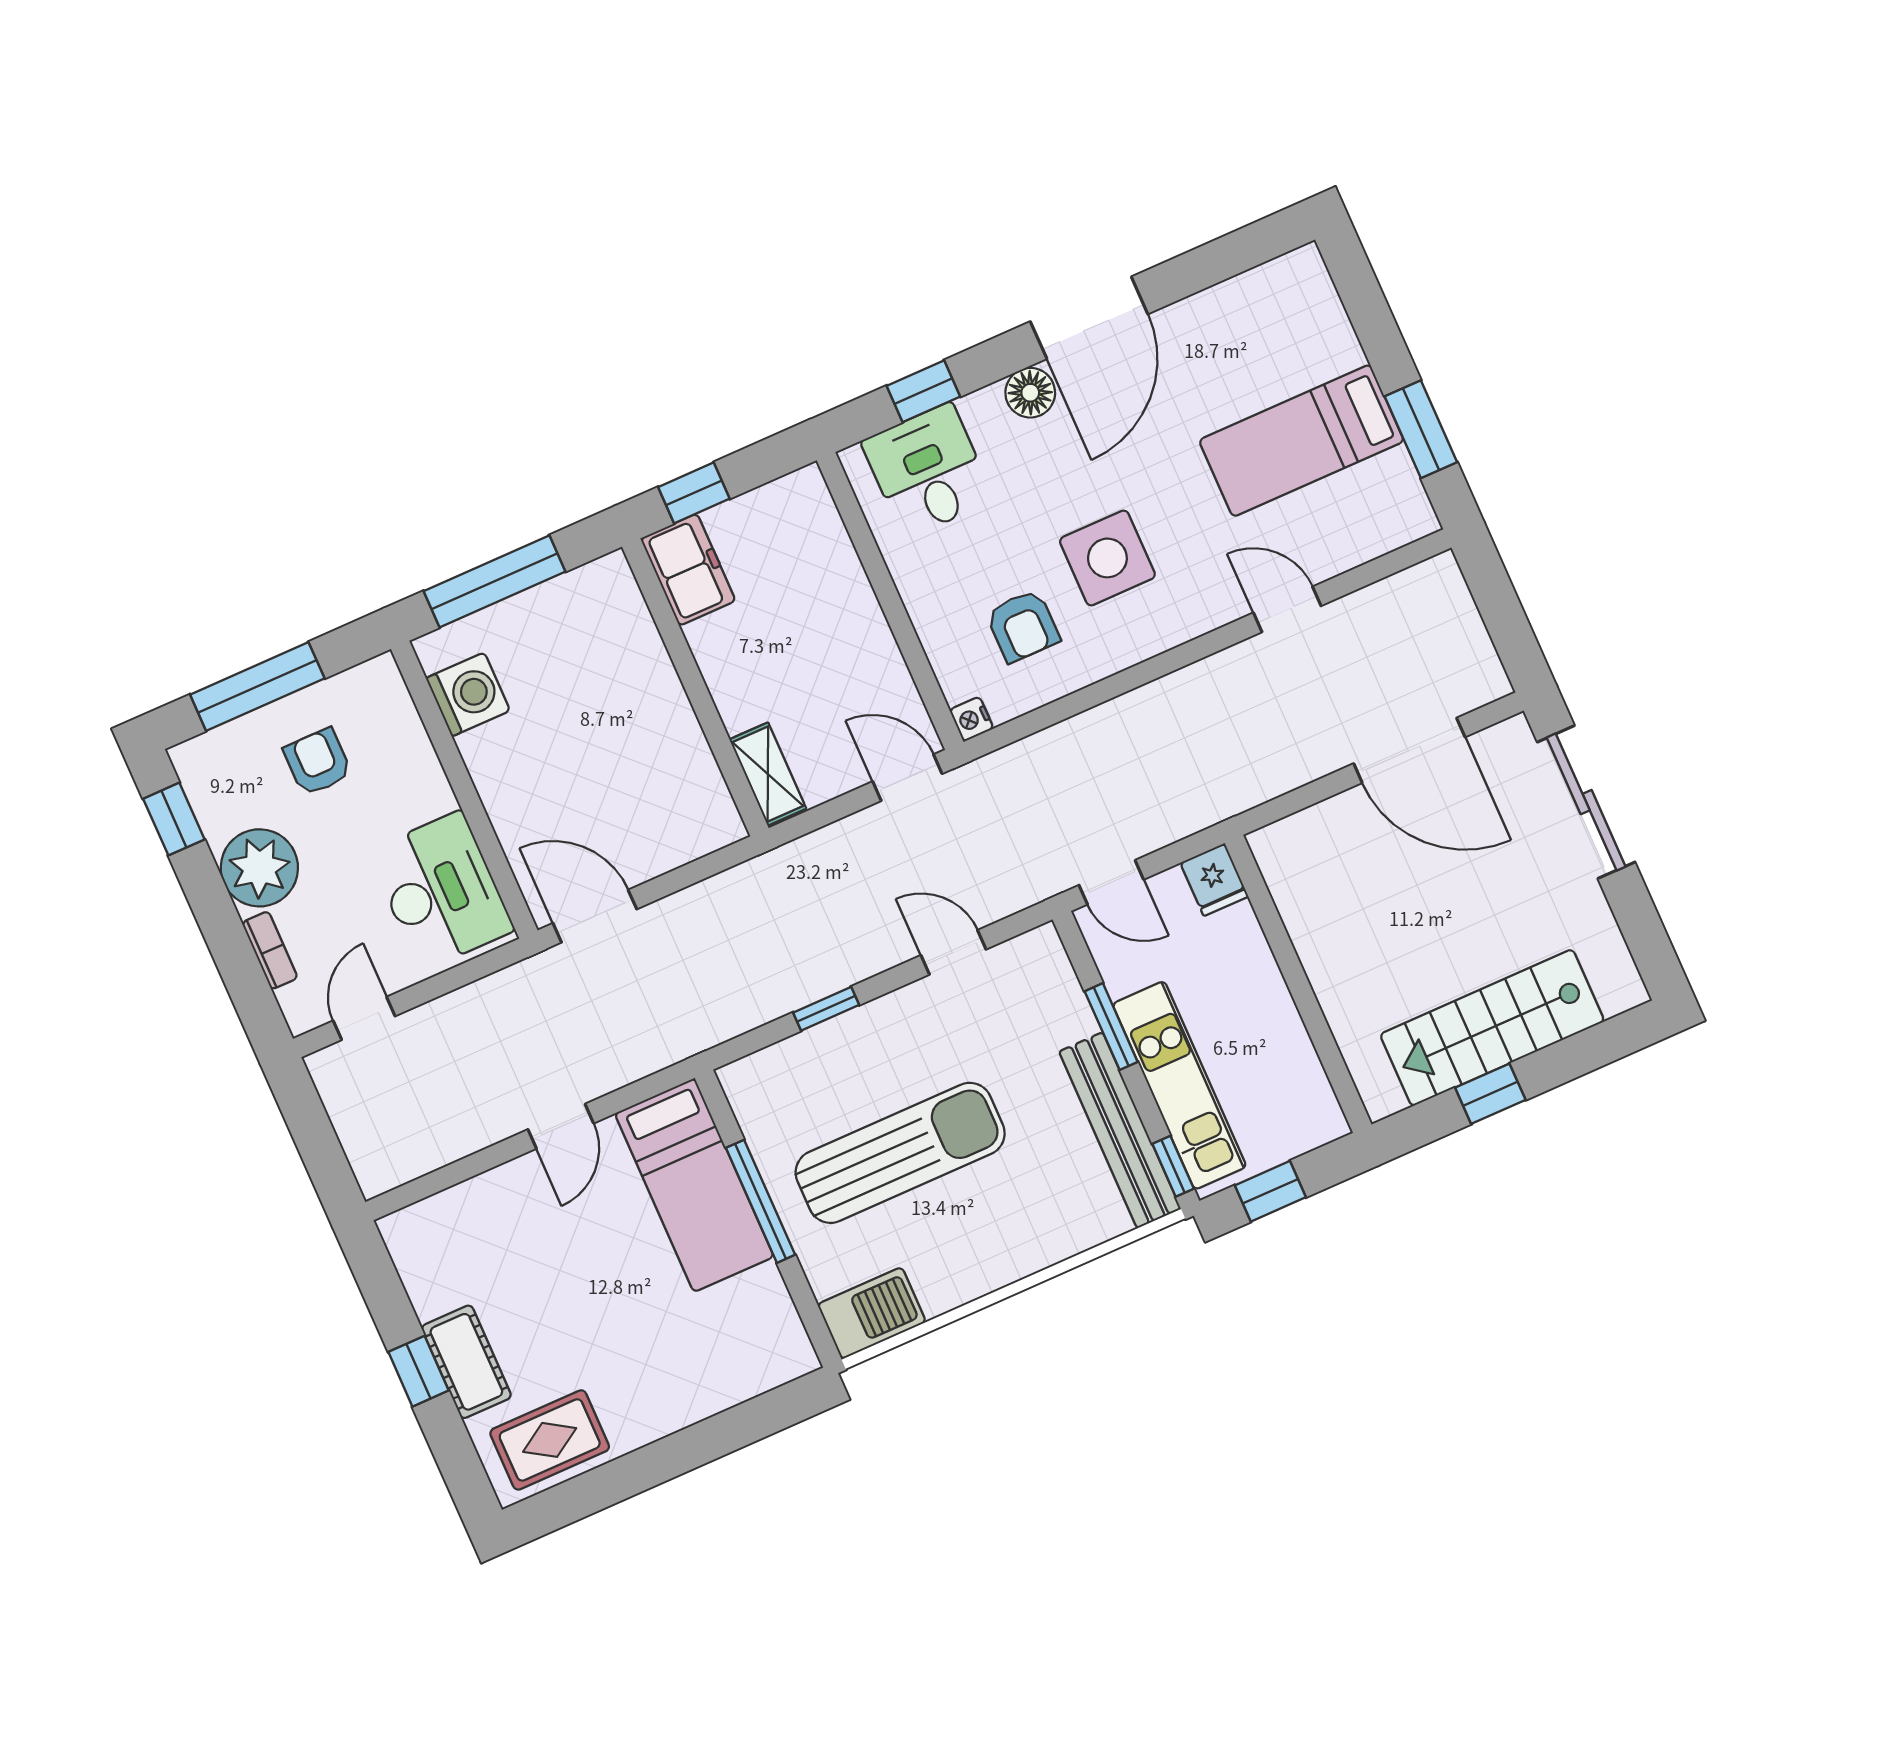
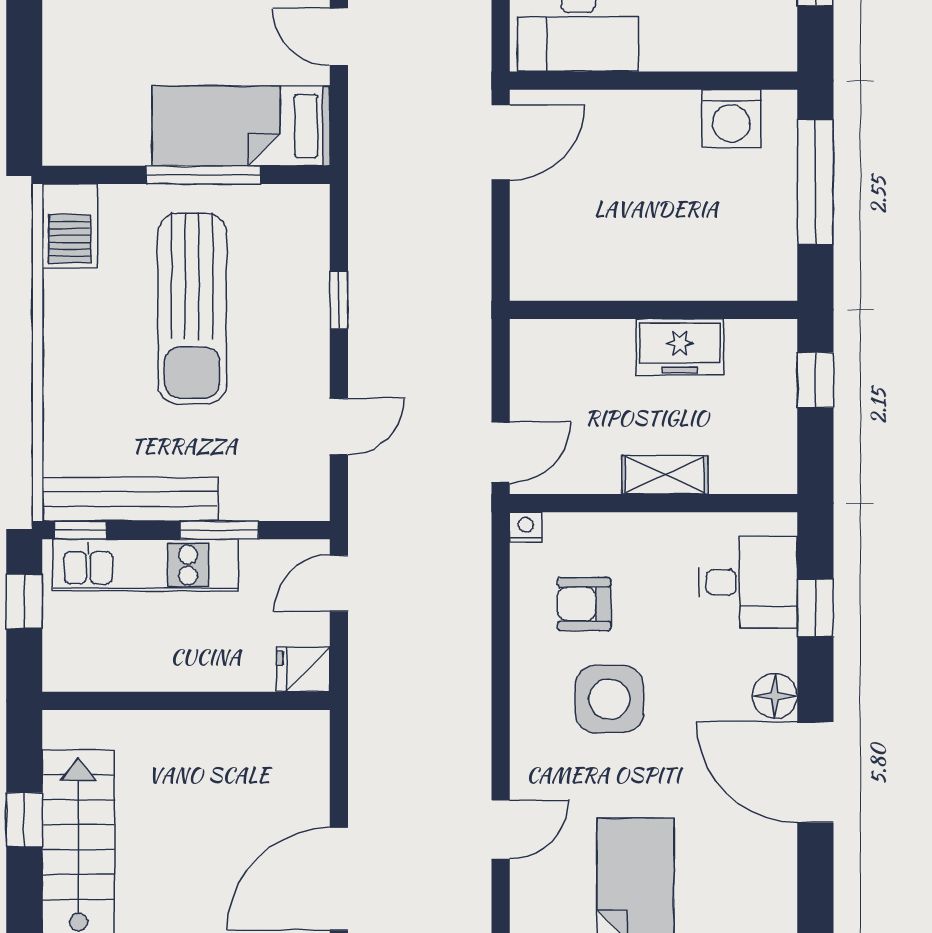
freezer: (688, 570) -> (680, 347), moved
shelving: (768, 774) -> (665, 475), moved

